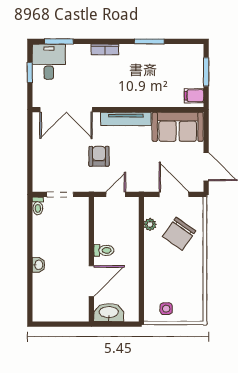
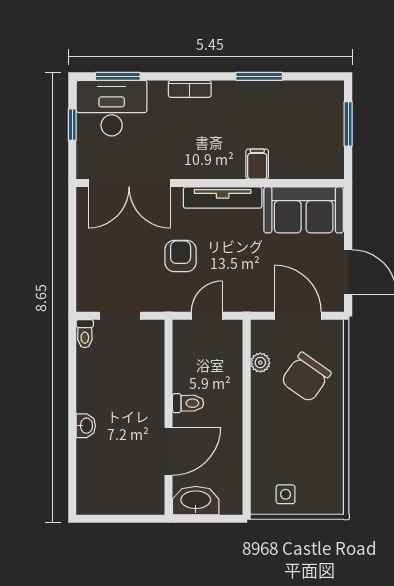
desk: (49, 62) -> (112, 108), width x1.37
filing cabinet: (194, 96) -> (257, 164), moved, turned 90

